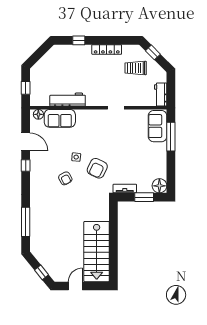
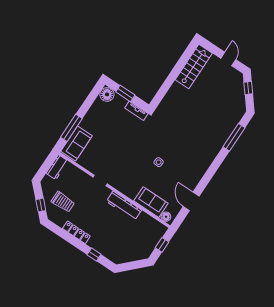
workbench: (68, 100) -> (124, 206), moved
window: (26, 166) -> (204, 182), removed
armchair: (97, 168) -> (148, 142), removed
armchair: (65, 178) -> (179, 151), removed
stairs: (97, 252) -> (194, 66), width x0.73, depth x0.66
door: (75, 286) -> (228, 59), swing flipped

